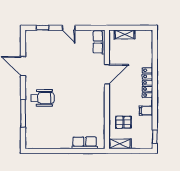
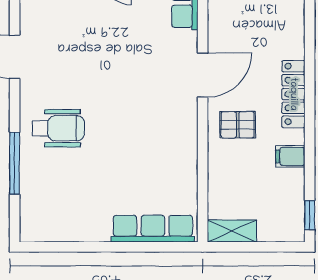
pallet: (123, 122) -> (238, 125), moved
row of seats: (85, 143) -> (153, 229), width x1.48

